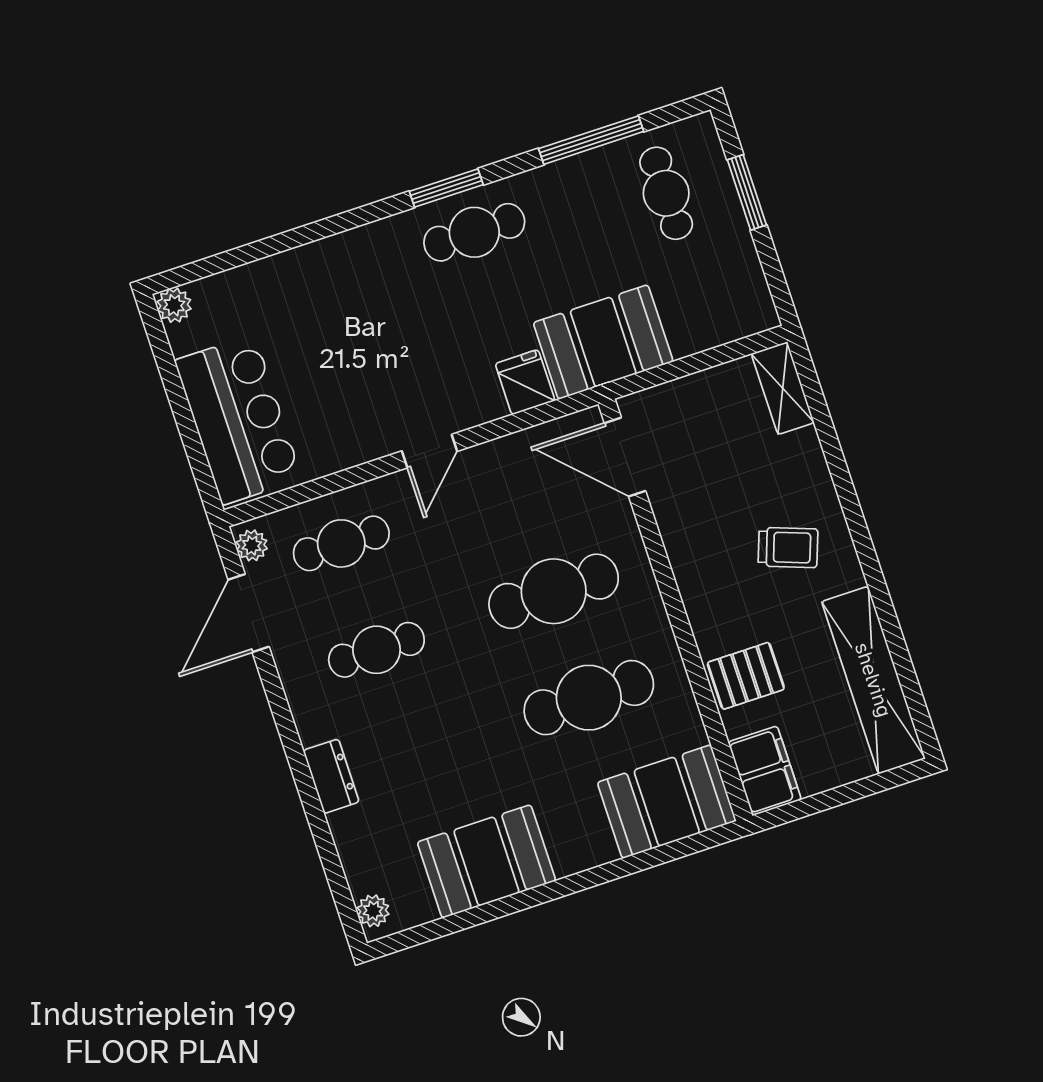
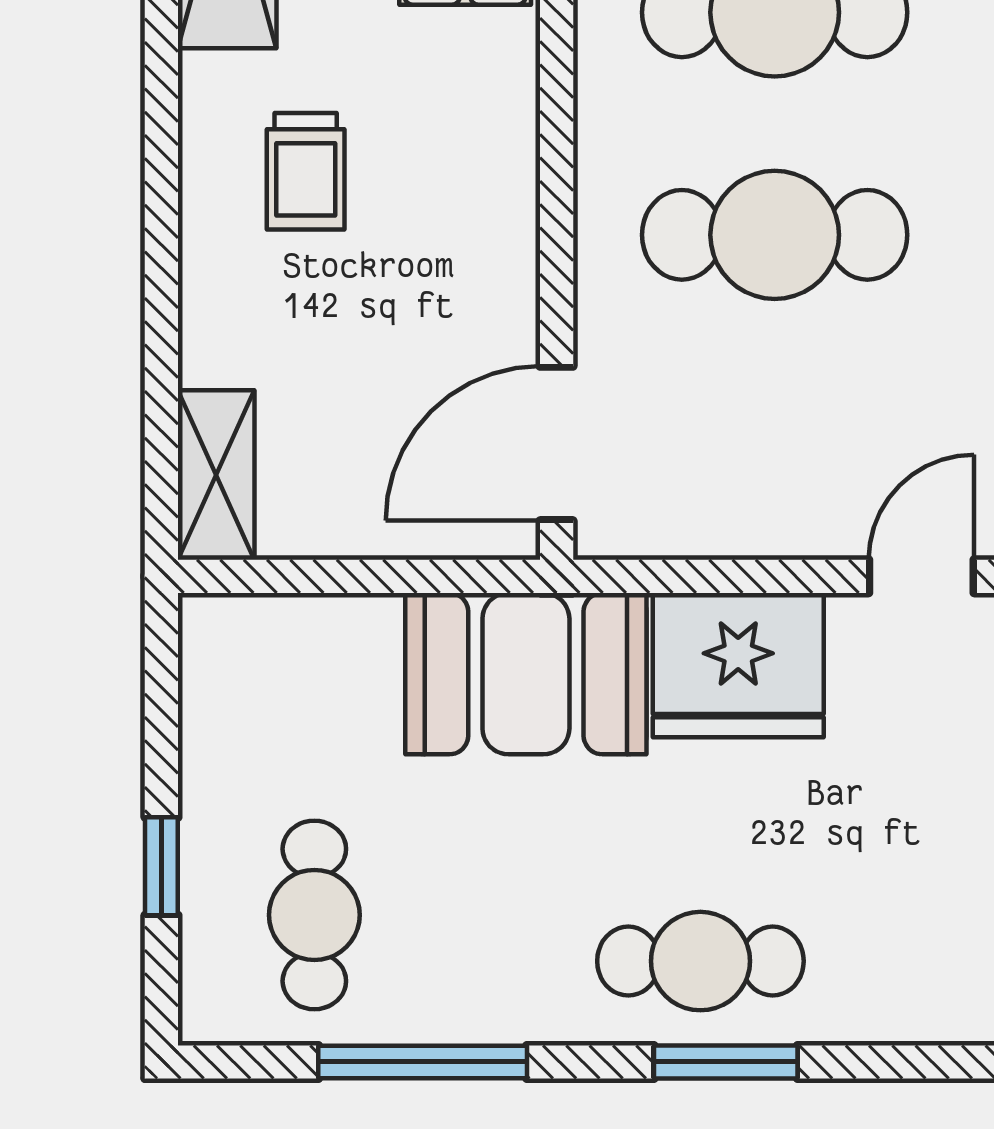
window: (747, 192) -> (161, 866), width x0.67
fridge: (525, 382) -> (738, 665), width x1.88, depth x1.34
door: (625, 457) -> (557, 443), swing flipped
trolley: (788, 547) -> (306, 171), turned -110

